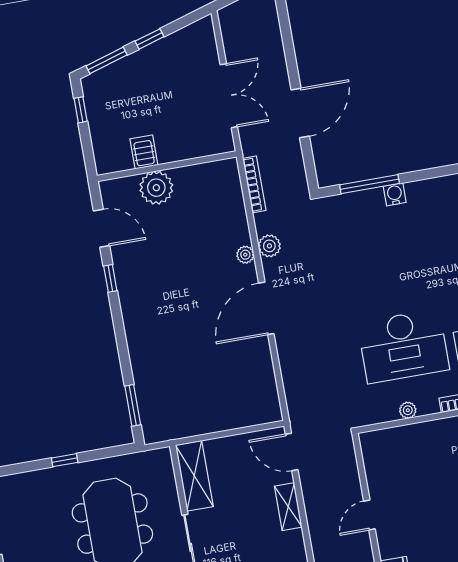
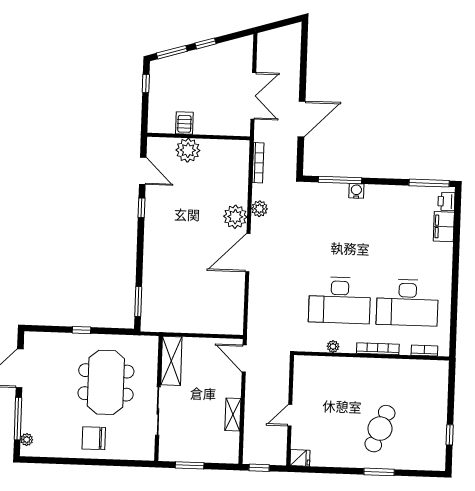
plant: (245, 255) -> (235, 217), width x1.88, depth x1.88
shelving: (288, 507) -> (233, 414), moved

